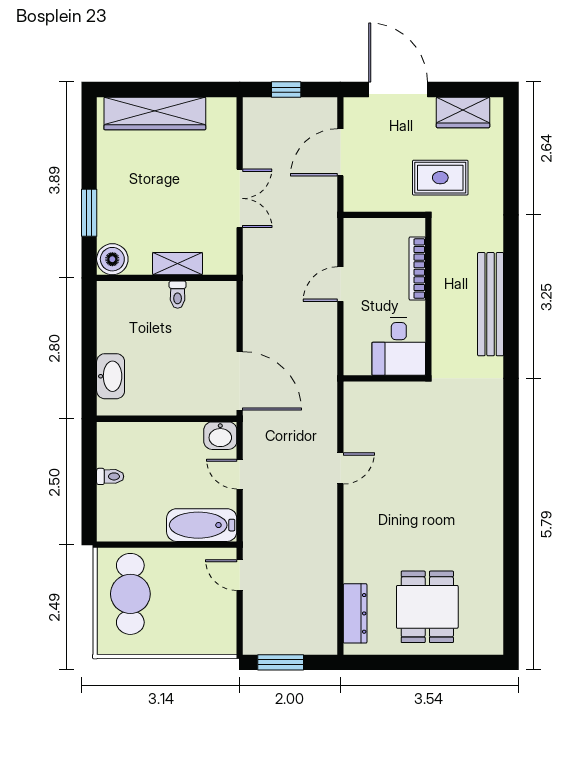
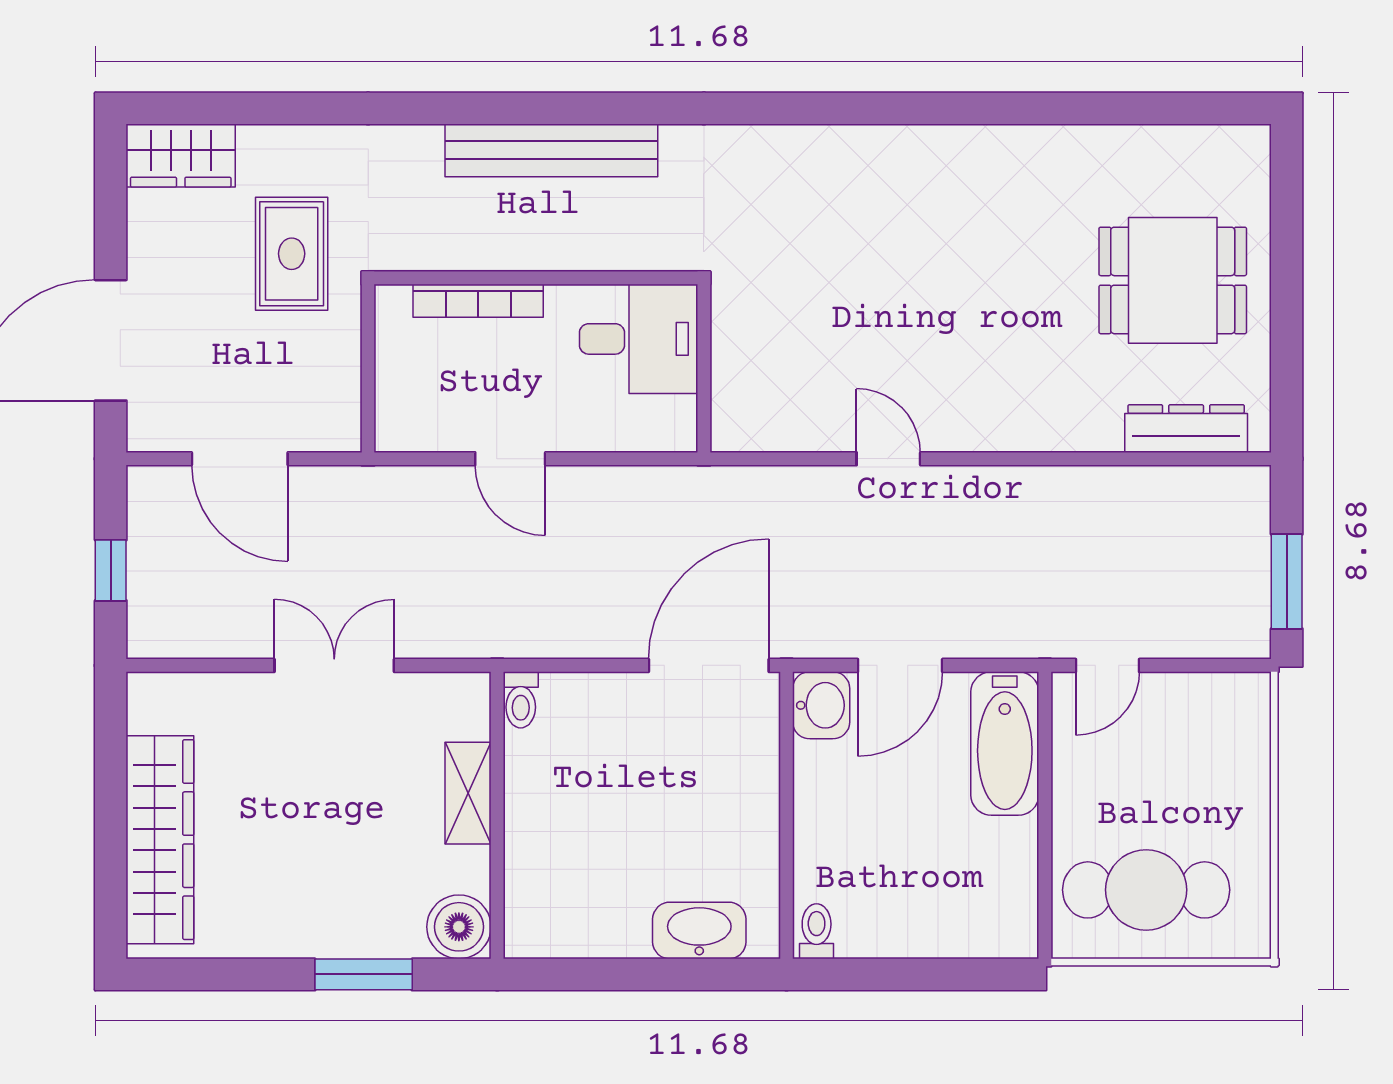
wardrobe: (463, 112) -> (181, 156), moved, turned 90
toilet: (178, 295) -> (521, 700), moved, turned 90
door: (240, 474) -> (900, 665), width x1.37
toilet: (110, 476) -> (817, 931), moved

